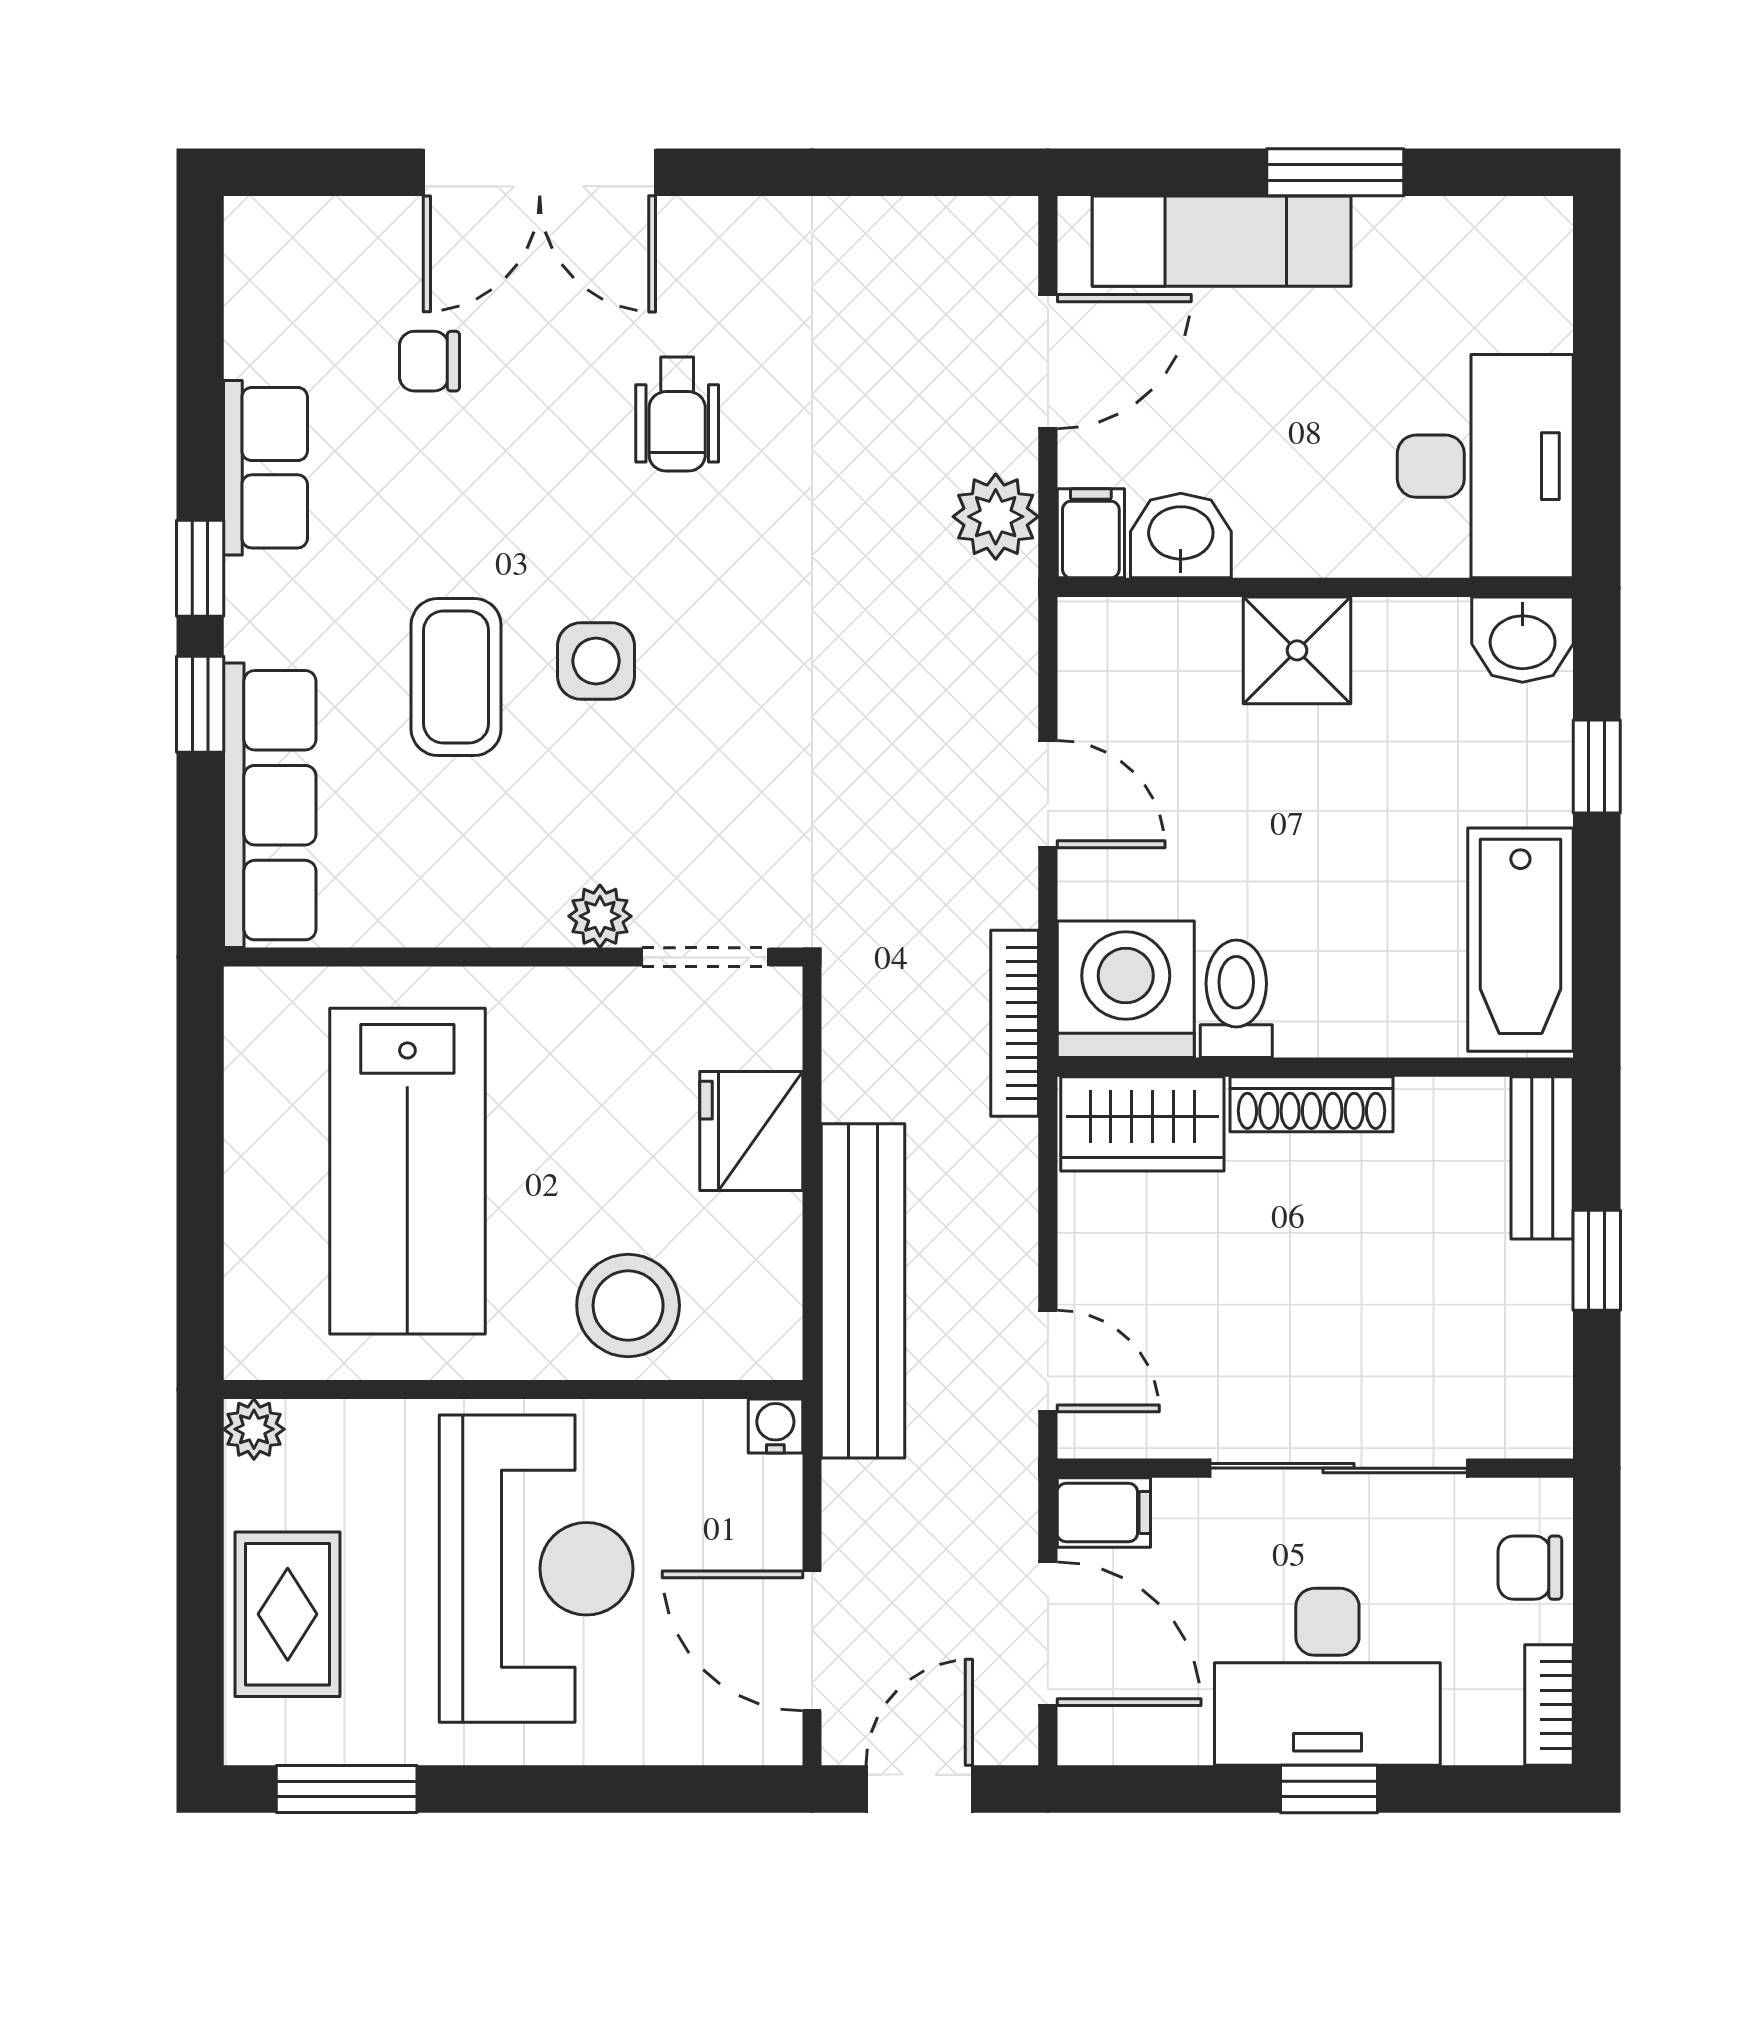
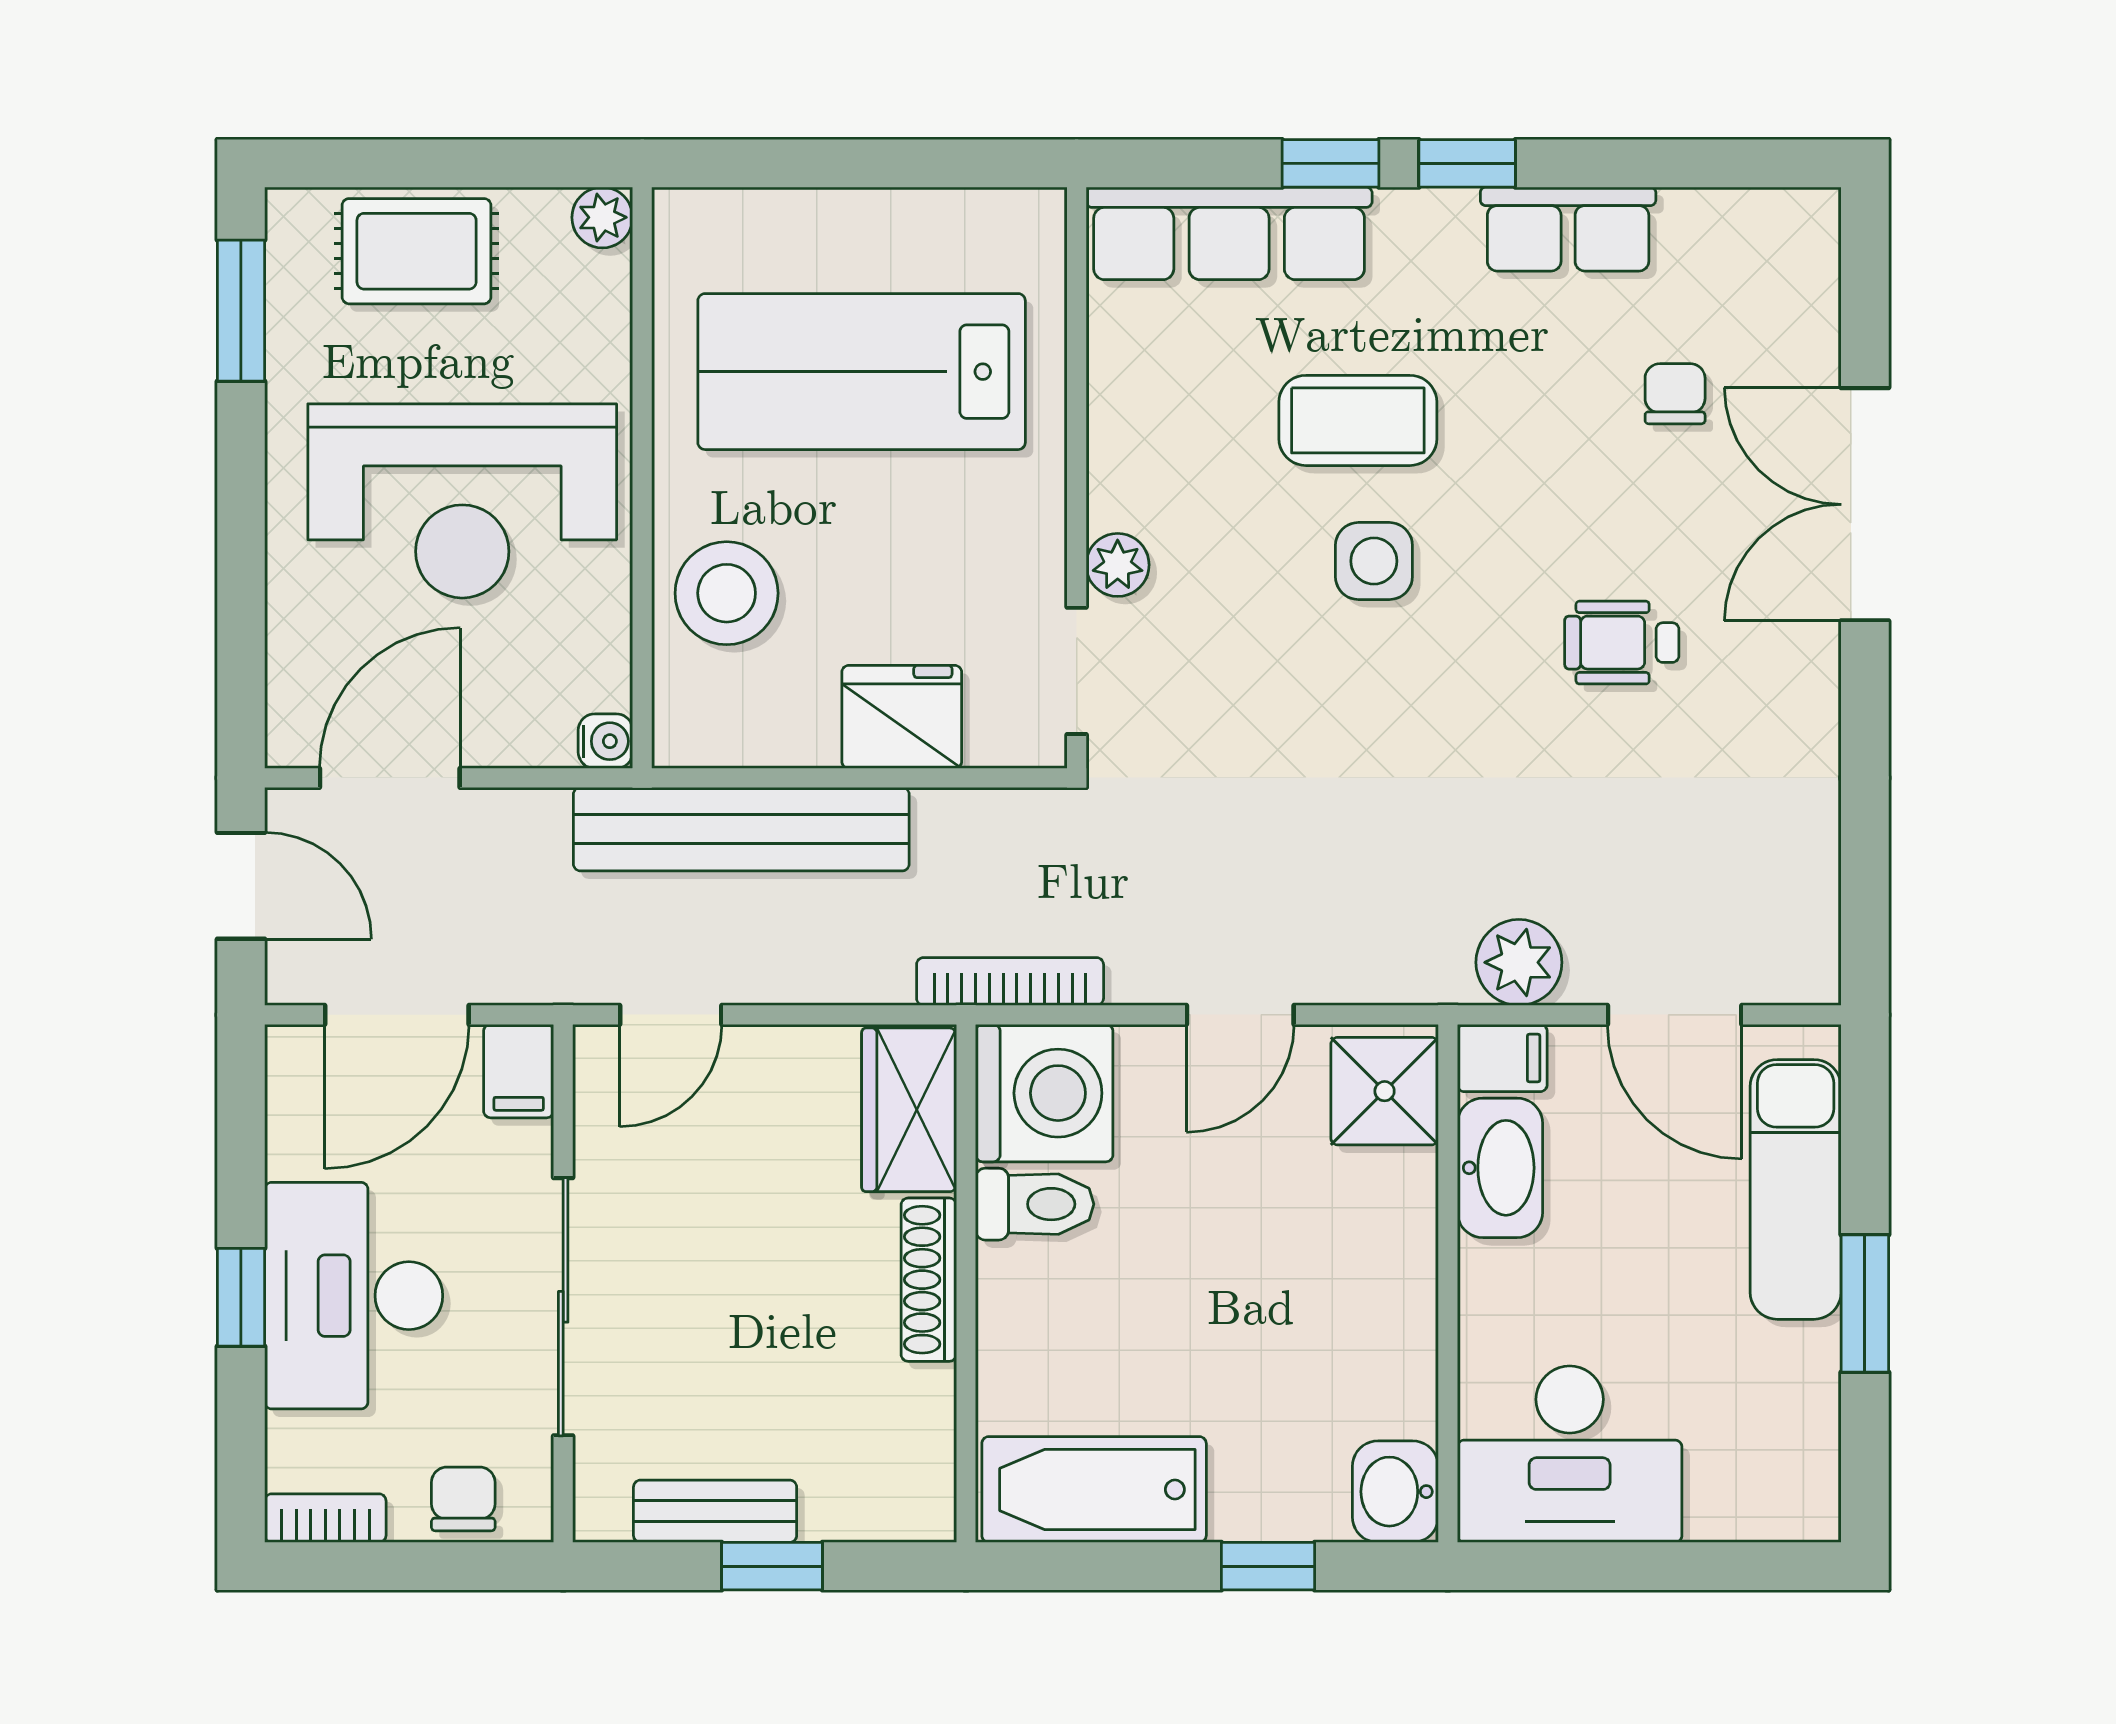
washbasin: (1181, 535) -> (1500, 1168), width x1.38
shower: (1297, 650) -> (1385, 1091), moved
bench: (1542, 1158) -> (715, 1511), moved

